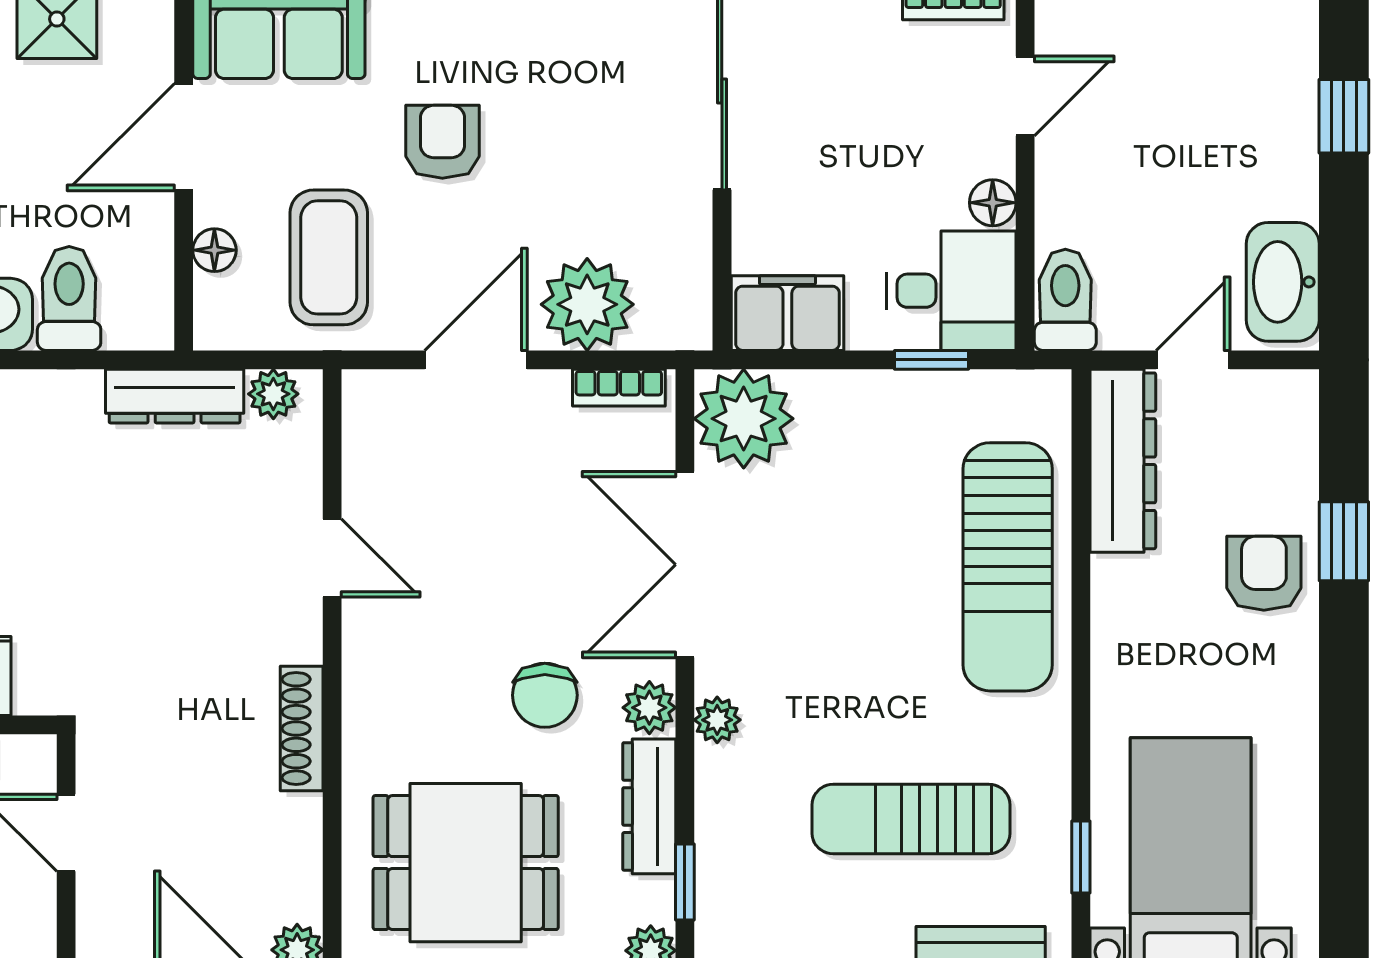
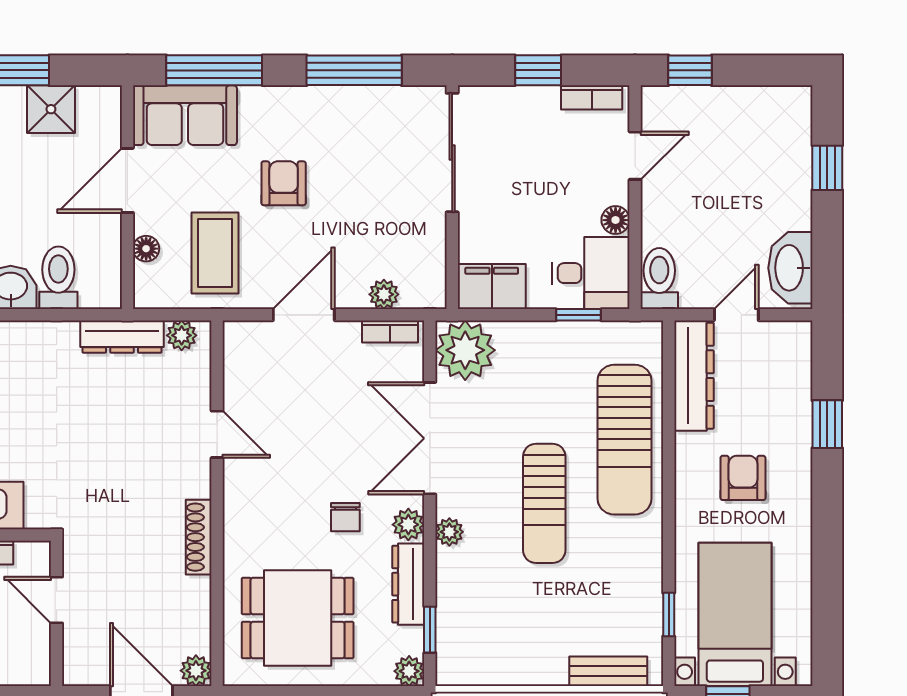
plant: (587, 304) -> (384, 294), width x0.53, depth x0.53
armchair: (1264, 573) -> (743, 478), moved
chair: (545, 695) -> (345, 517), width x0.73, depth x0.73
sun lounger: (911, 819) -> (544, 503), moved, turned -90

